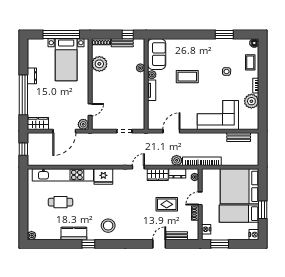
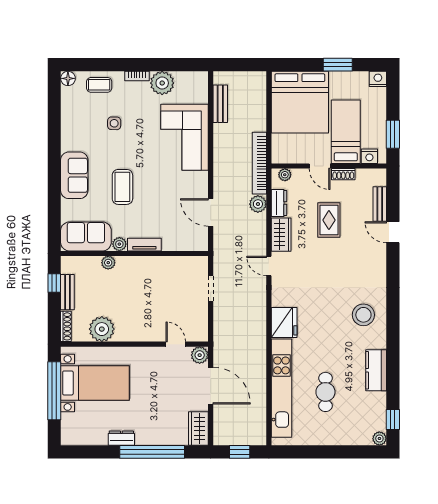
window: (224, 34) -> (54, 127), removed
sofa: (194, 47) -> (74, 175), added
bed: (239, 214) -> (346, 132), moved, turned 180
window: (88, 244) -> (393, 419), moved

